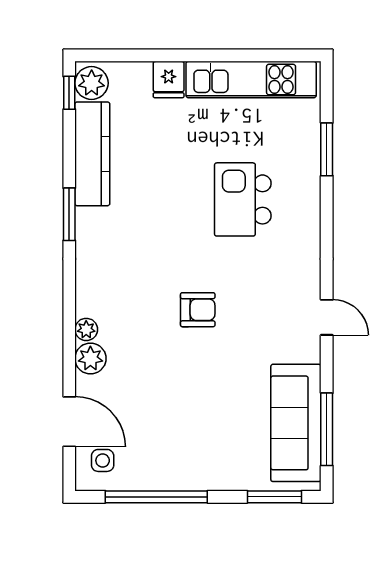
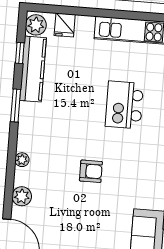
fridge: (169, 80) -> (65, 25), moved
window: (69, 93) -> (20, 53), moved
plant: (86, 329) -> (22, 160), moved

